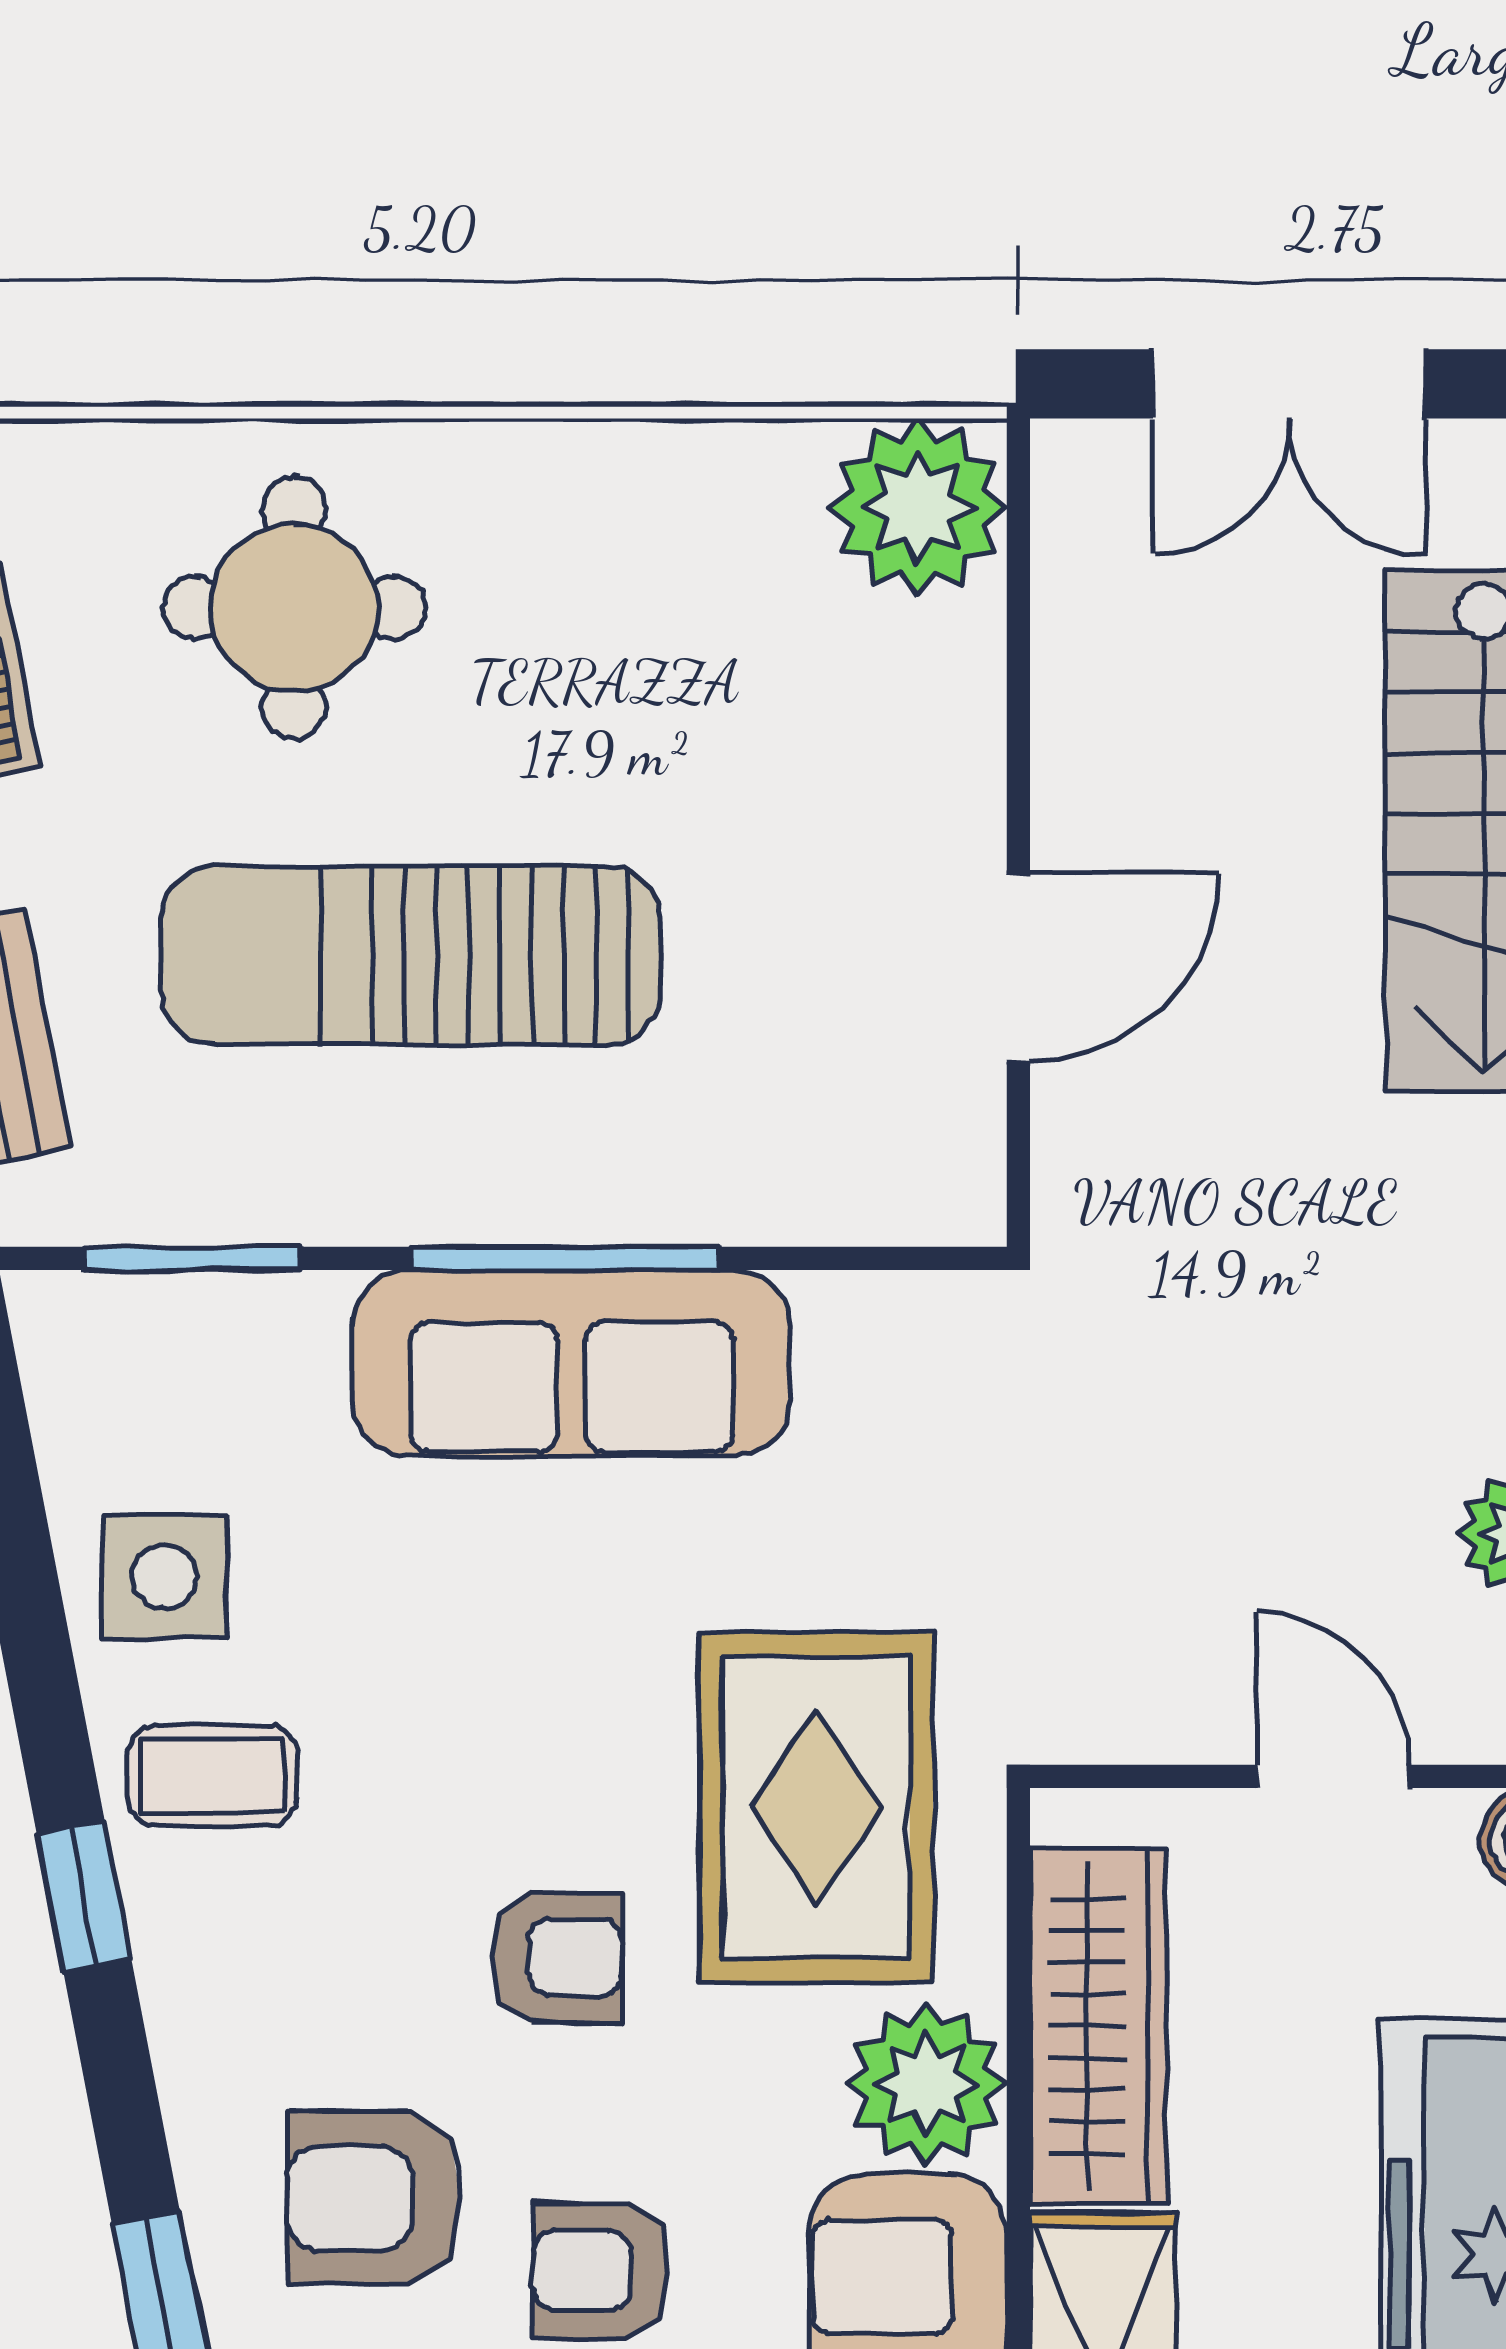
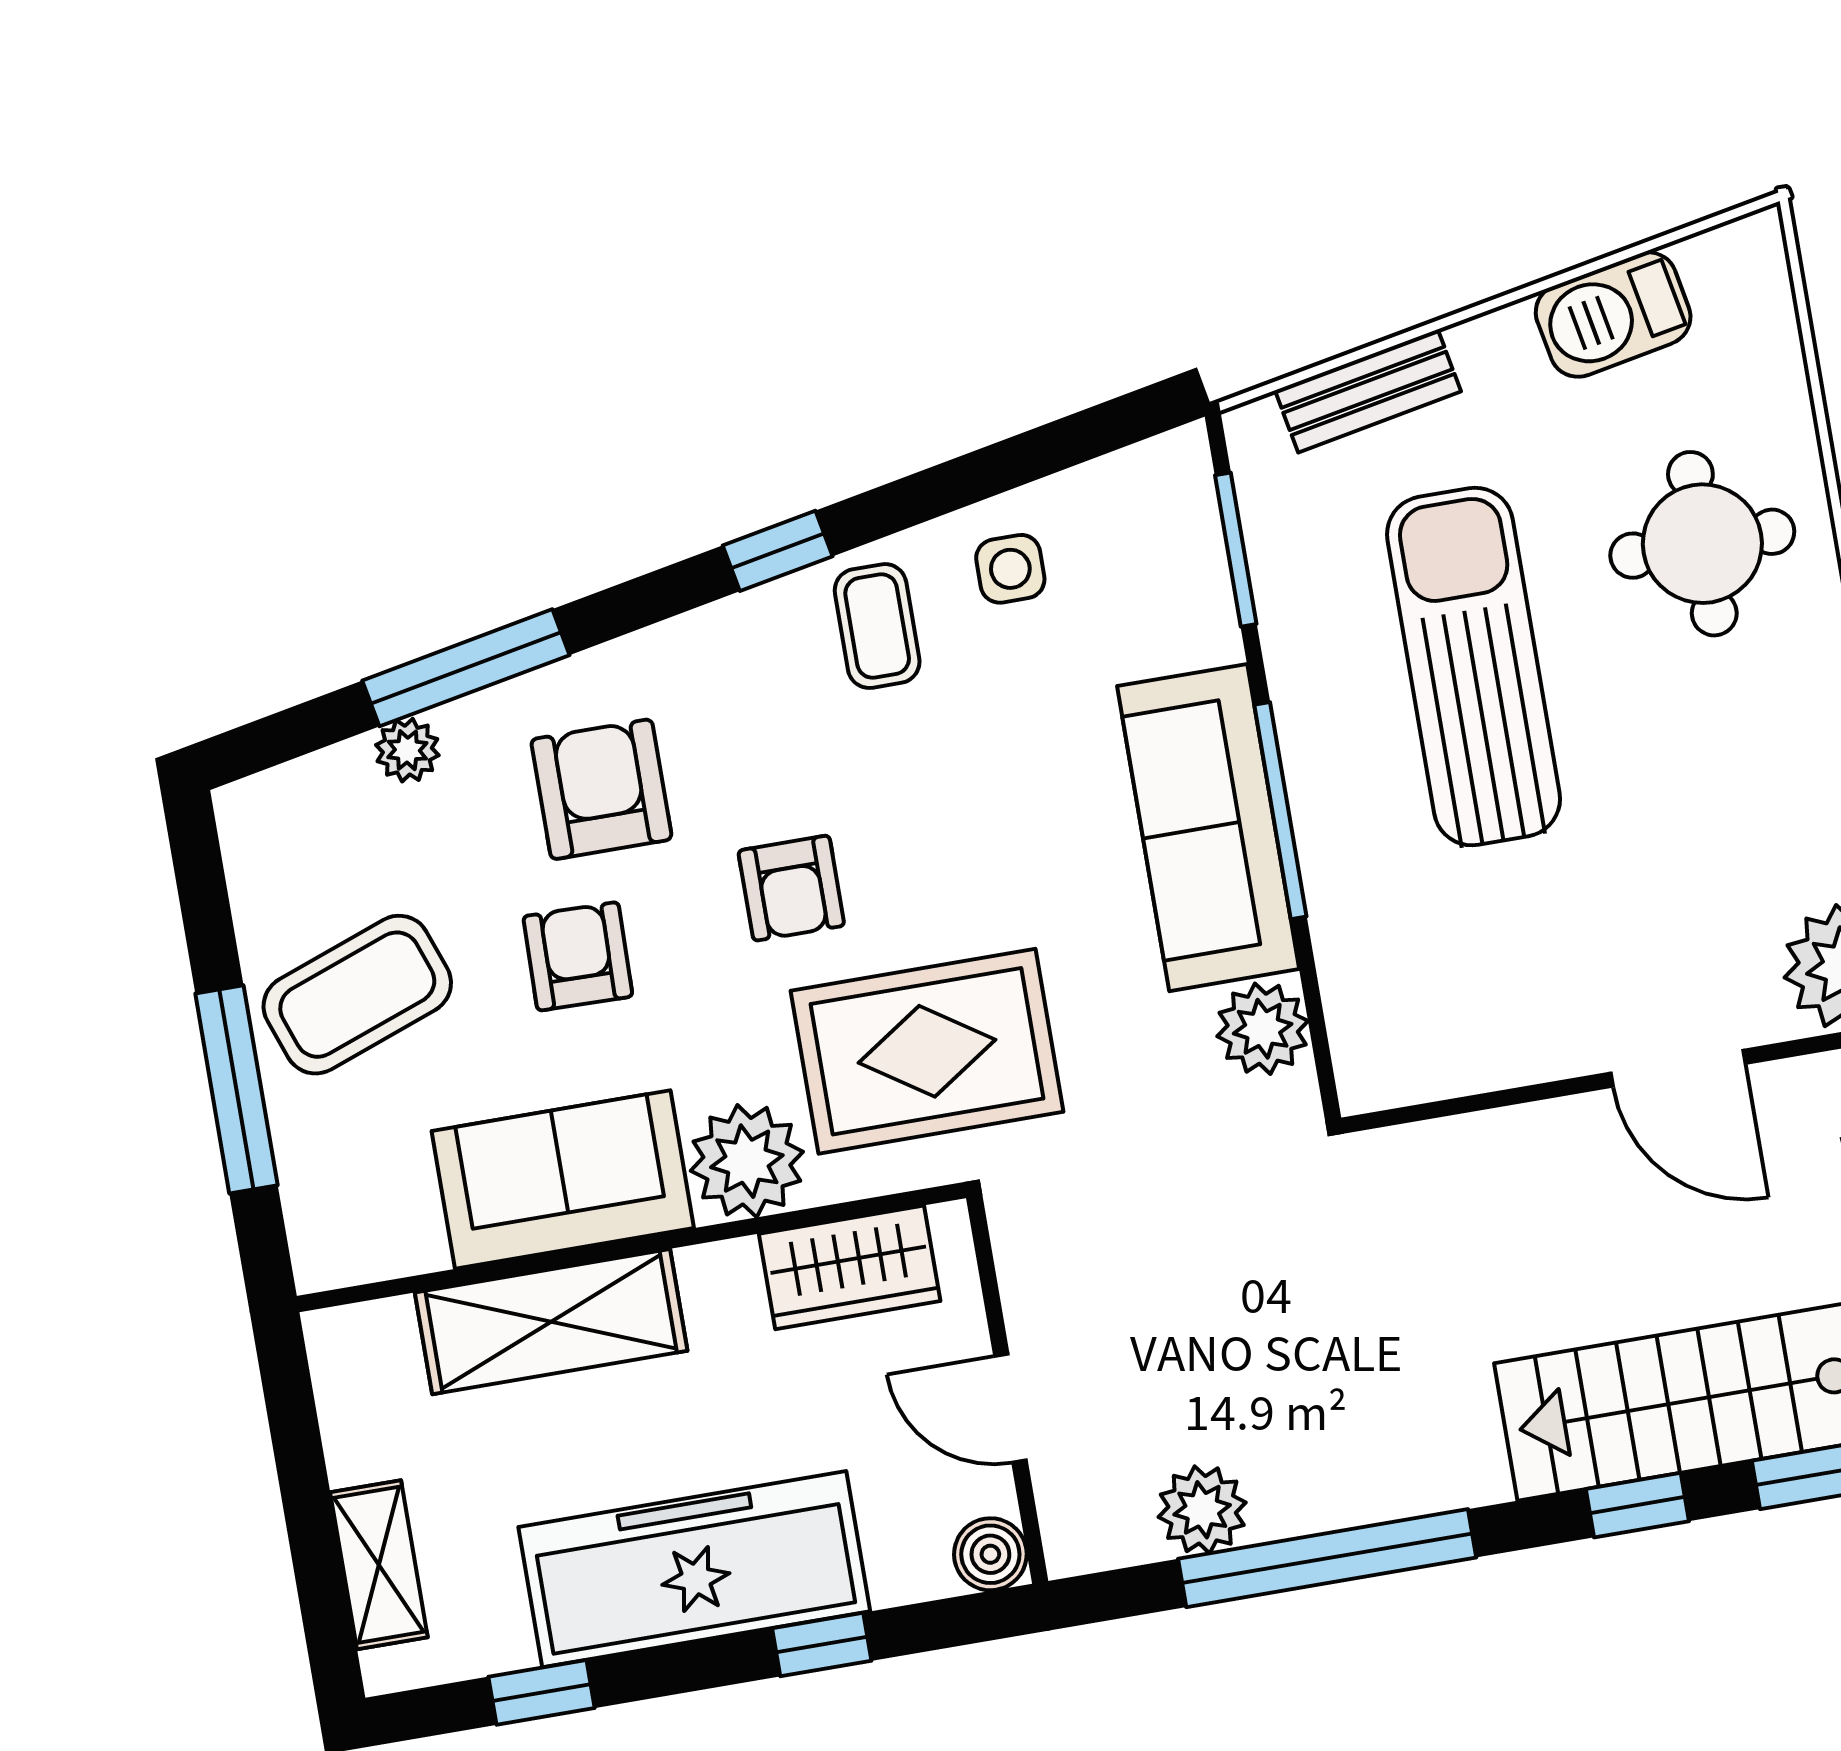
door: (1018, 968) -> (1678, 1068), moved
plant: (865, 1335) -> (1263, 1029), added
side table: (164, 1577) -> (1010, 569), width x0.73, depth x0.73
door: (1333, 1776) -> (1010, 1408), swing flipped
wardrobe: (1098, 2026) -> (850, 1267), width x0.67

